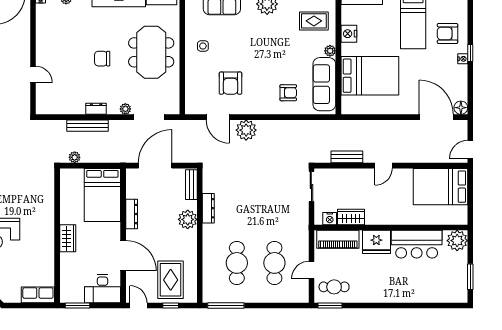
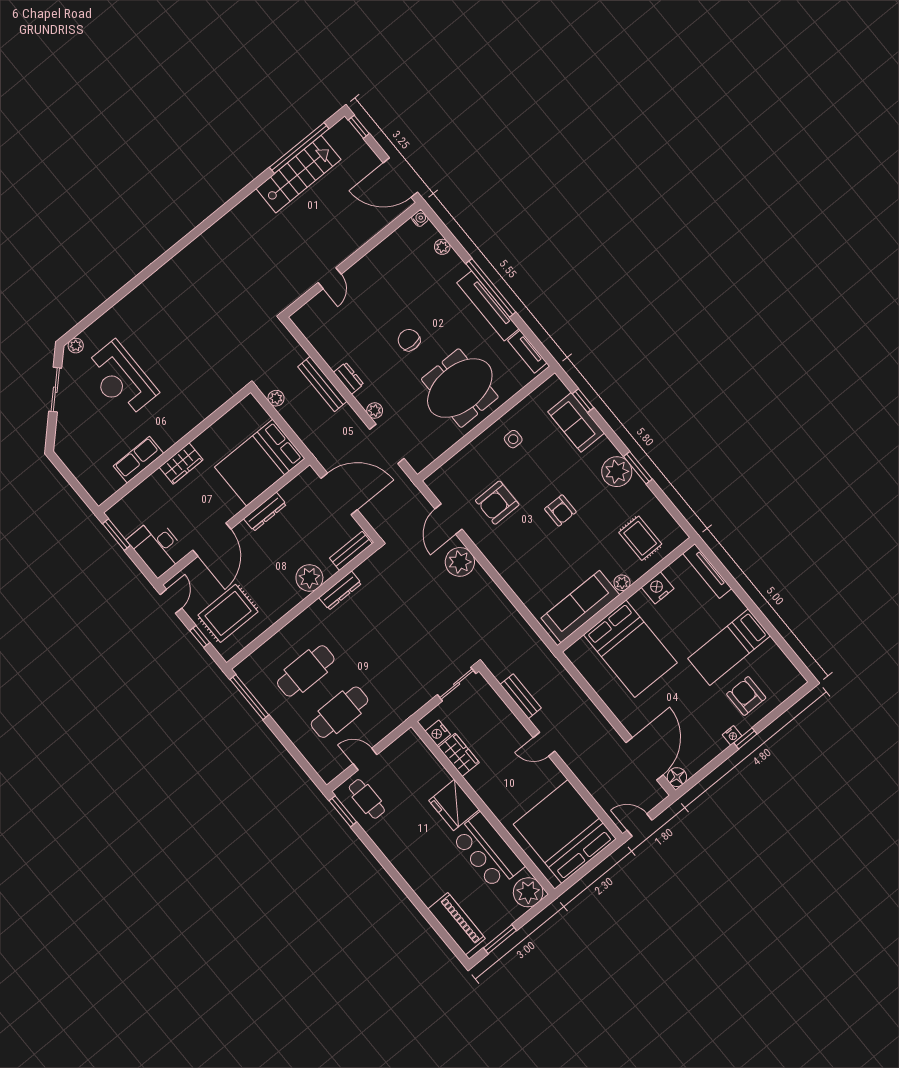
armchair: (288, 93) -> (560, 510), moved
bed: (440, 187) -> (565, 832), width x1.36
piano: (338, 239) -> (457, 924), moved, turned 180
row of seats: (38, 295) -> (138, 460), moved, turned -90

